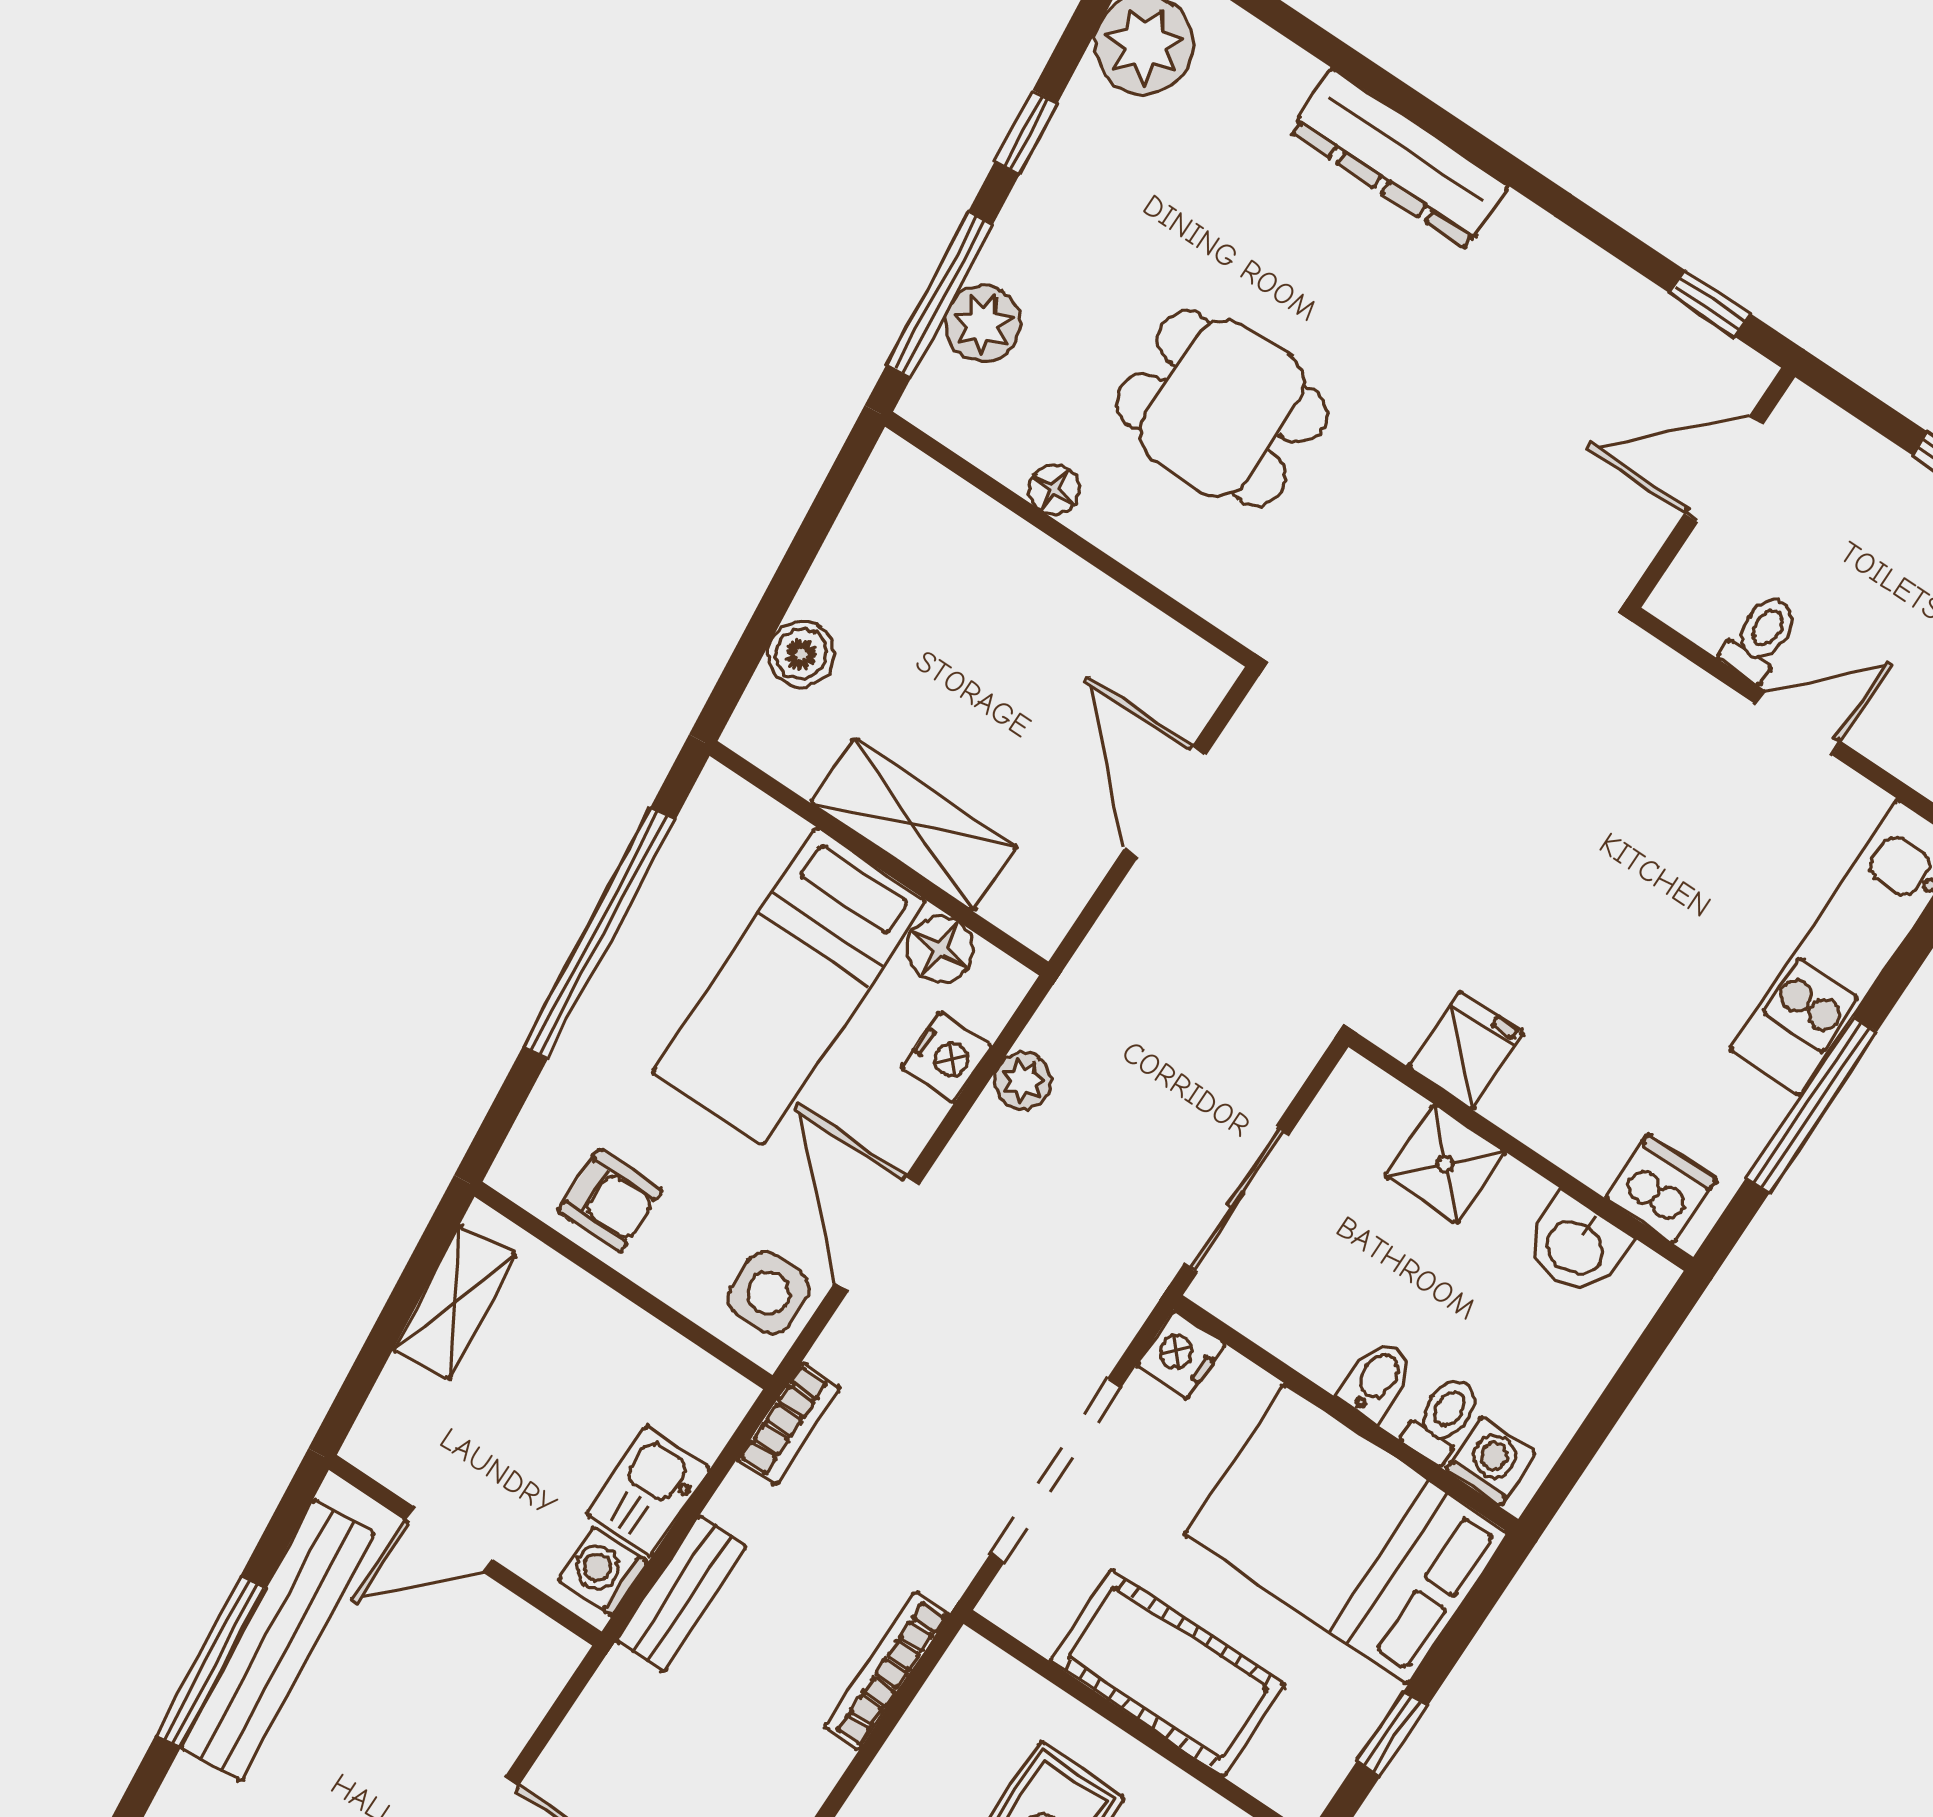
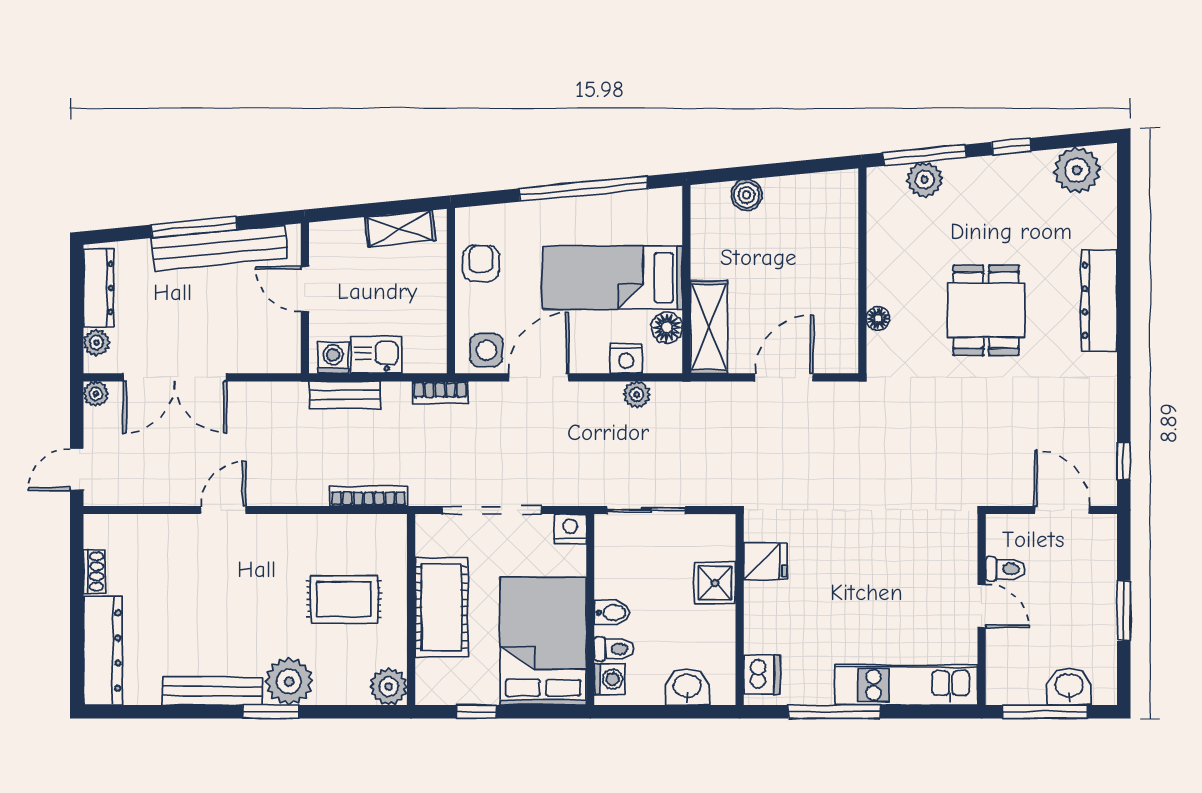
dining table: (1222, 408) -> (986, 310), moved
floor lamp: (1054, 490) -> (878, 318), moved
shelving: (914, 825) -> (709, 327), moved
armchair: (610, 1201) -> (481, 263), turned 180
washbasin: (1577, 1246) -> (687, 687), moved, turned 90

